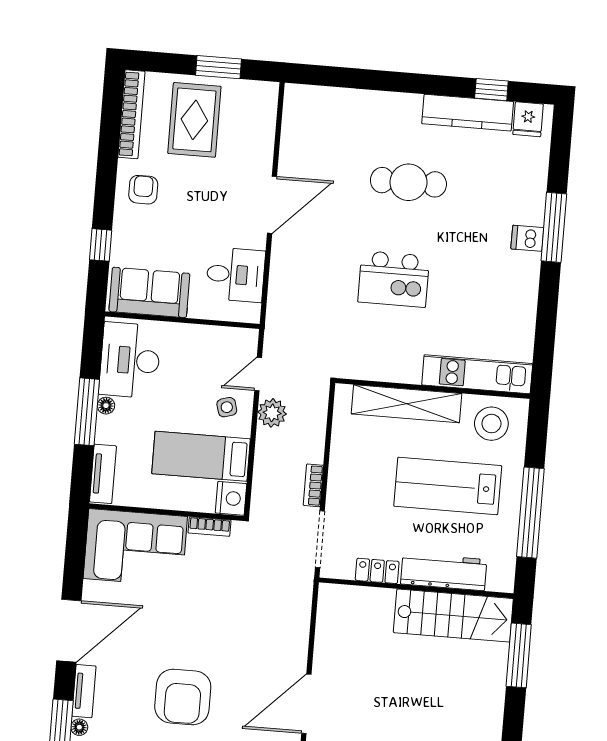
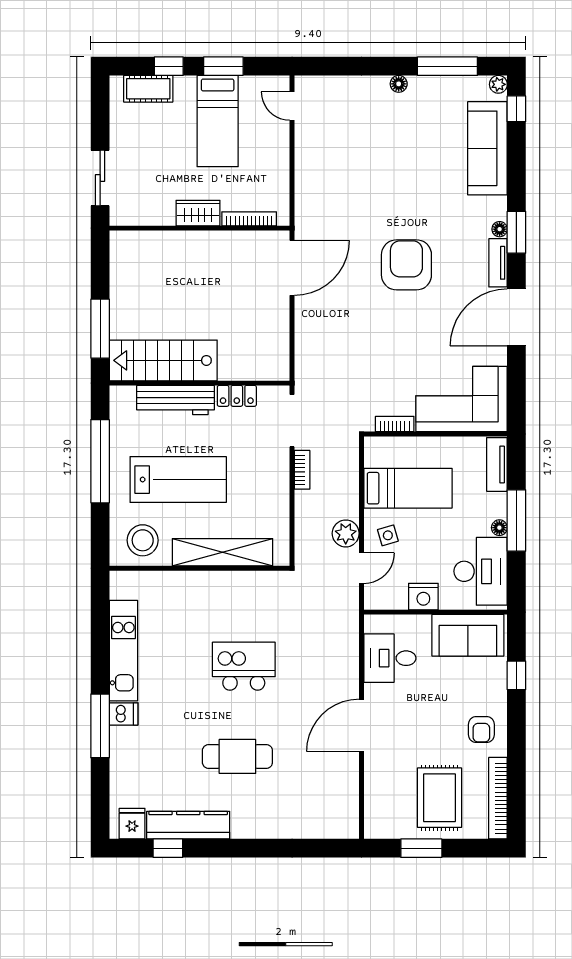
kitchen unit: (477, 374) -> (123, 651), moved, turned -90
nightstand: (231, 498) -> (423, 597), moved, turned -90

